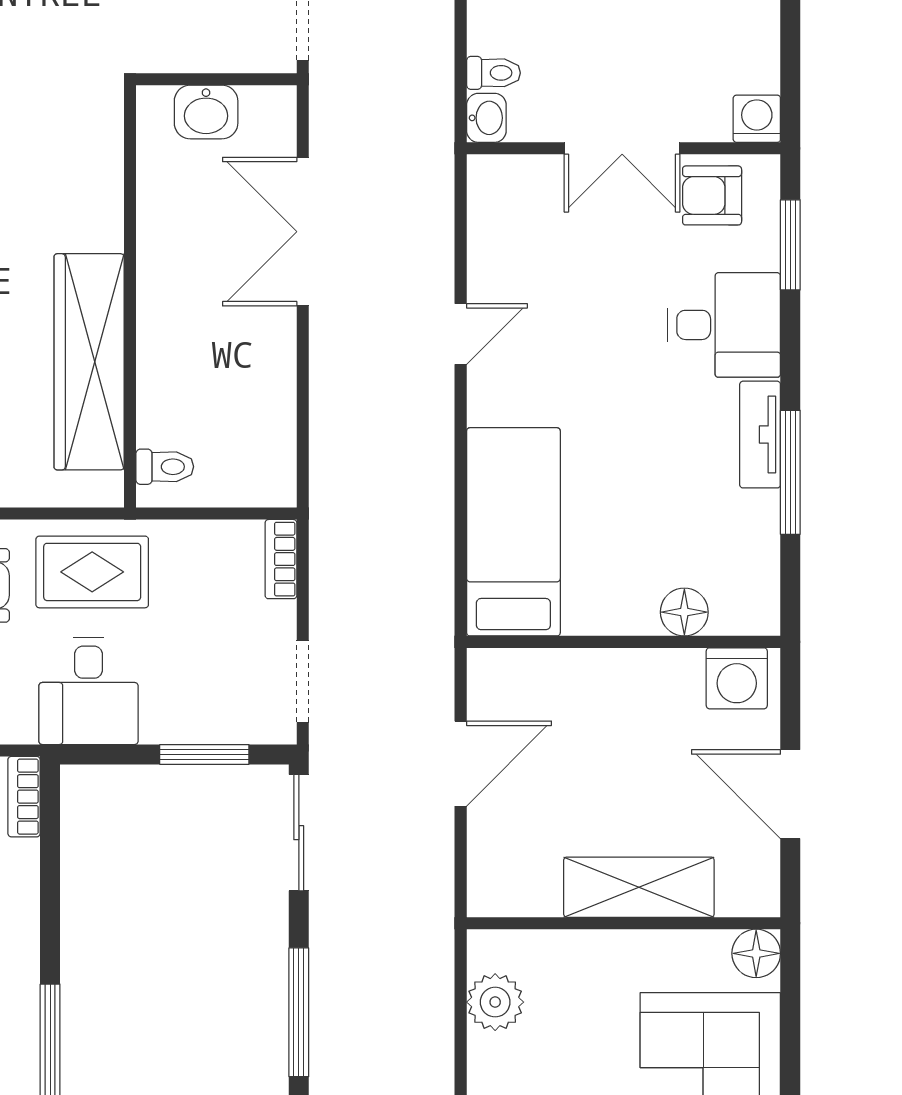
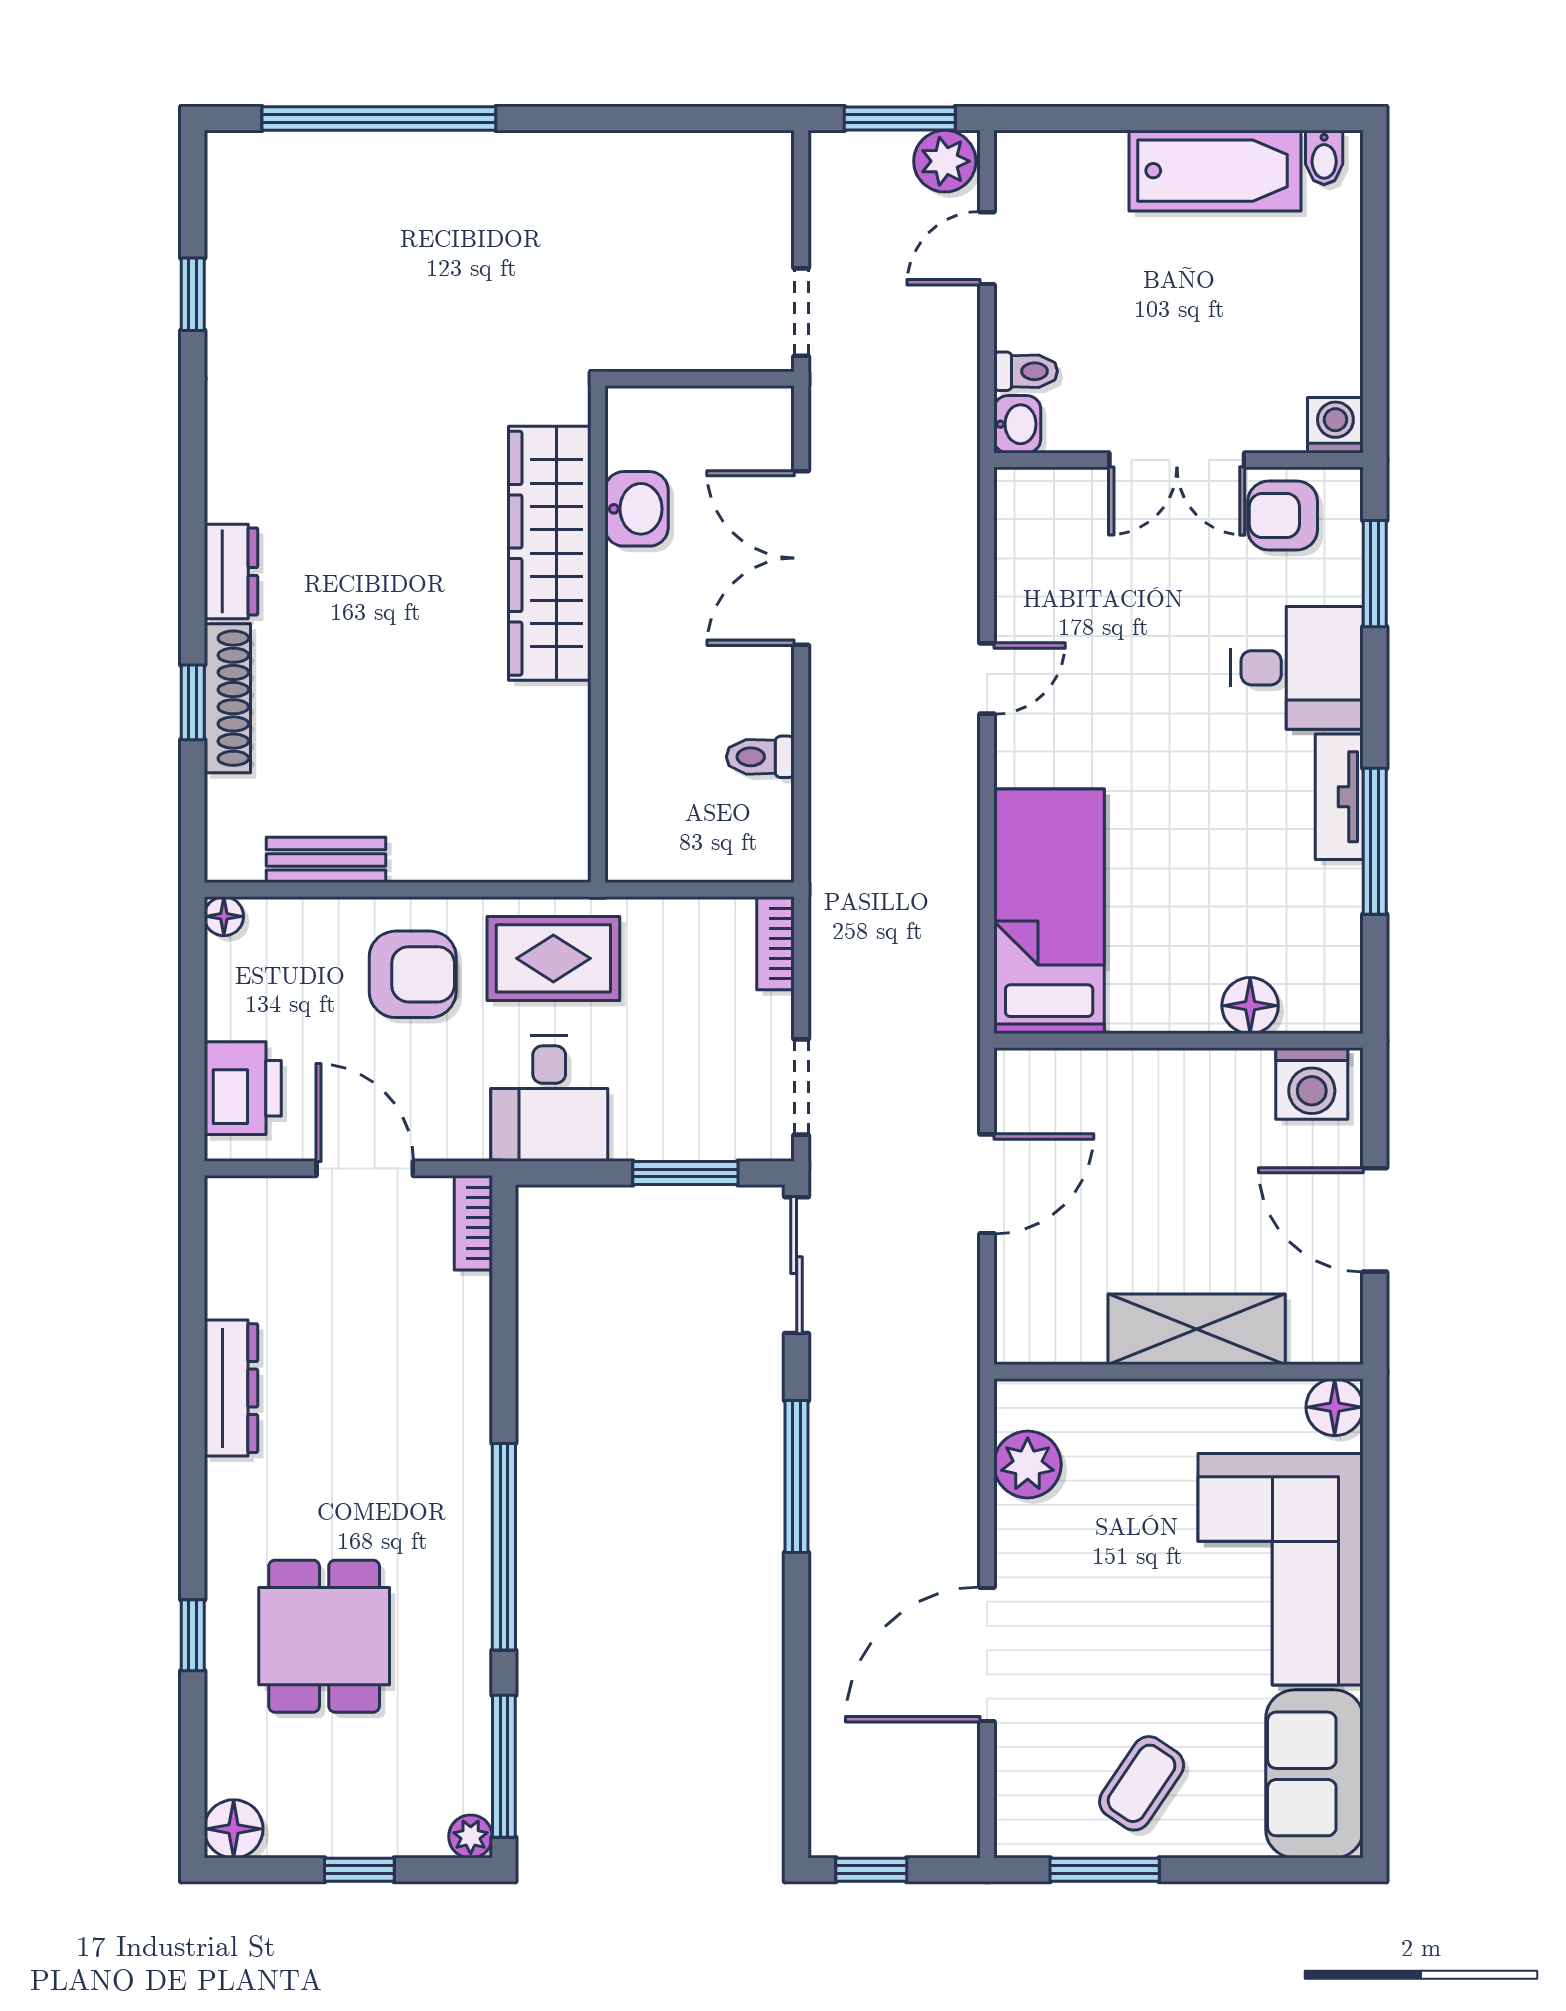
washbasin: (206, 112) -> (637, 509), moved, turned -90
wardrobe: (89, 362) -> (550, 553), moved
toilet: (165, 467) -> (760, 757), moved, turned 180

